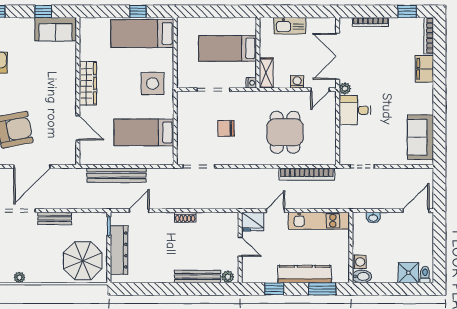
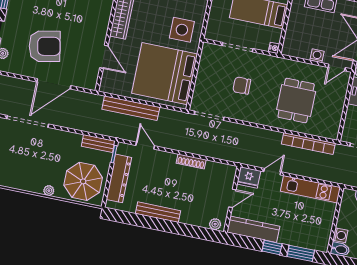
shelving: (266, 73) -> (290, 42), removed
bed: (144, 132) -> (165, 74), width x2.04
door: (139, 211) -> (145, 146), hinge flipped
shoe rack: (185, 217) -> (191, 161), width x1.43
bench: (55, 218) -> (98, 144), moved
door: (240, 247) -> (232, 198), hinge flipped
kitchen counter: (305, 274) -> (253, 229), moved
plant: (19, 277) -> (49, 191), moved
bench: (197, 277) -> (158, 212), moved
window: (274, 289) -> (272, 247), moved

